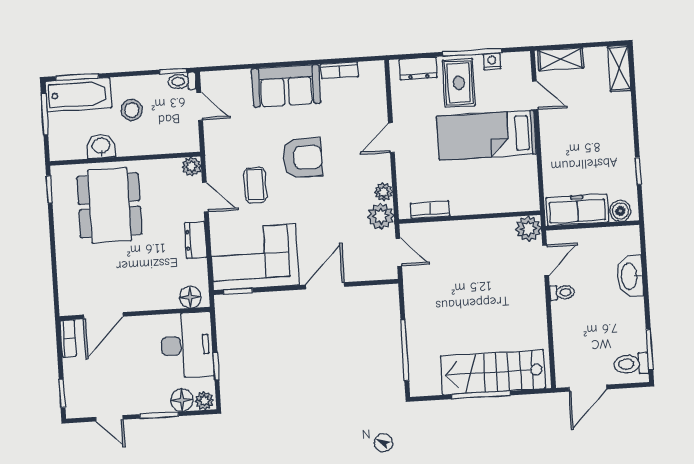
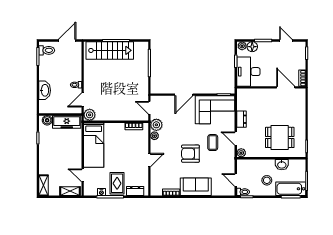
bed: (487, 135) -> (94, 145), moved, turned 90
dining table: (109, 205) -> (280, 137), width x0.73
floor lamp: (190, 297) -> (245, 93), removed
door: (103, 316) -> (286, 87), hinge flipped

